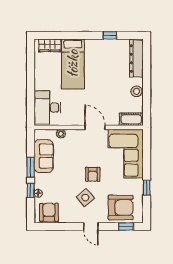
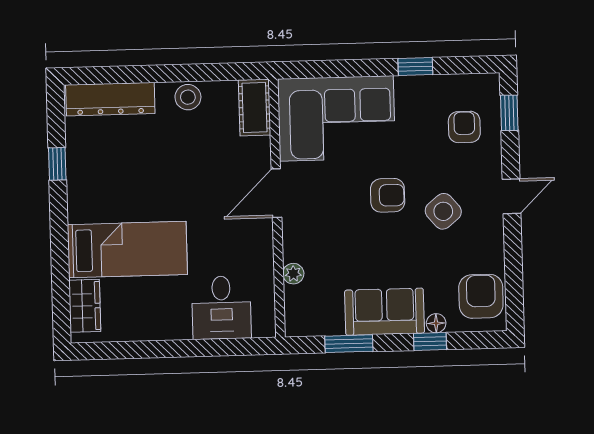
desk: (47, 108) -> (221, 308), width x0.73
sofa: (44, 156) -> (385, 312), moved
window: (31, 167) -> (349, 344), moved
armchair: (121, 207) -> (464, 127), width x0.53, depth x0.53
armchair: (49, 212) -> (481, 296), turned 90

